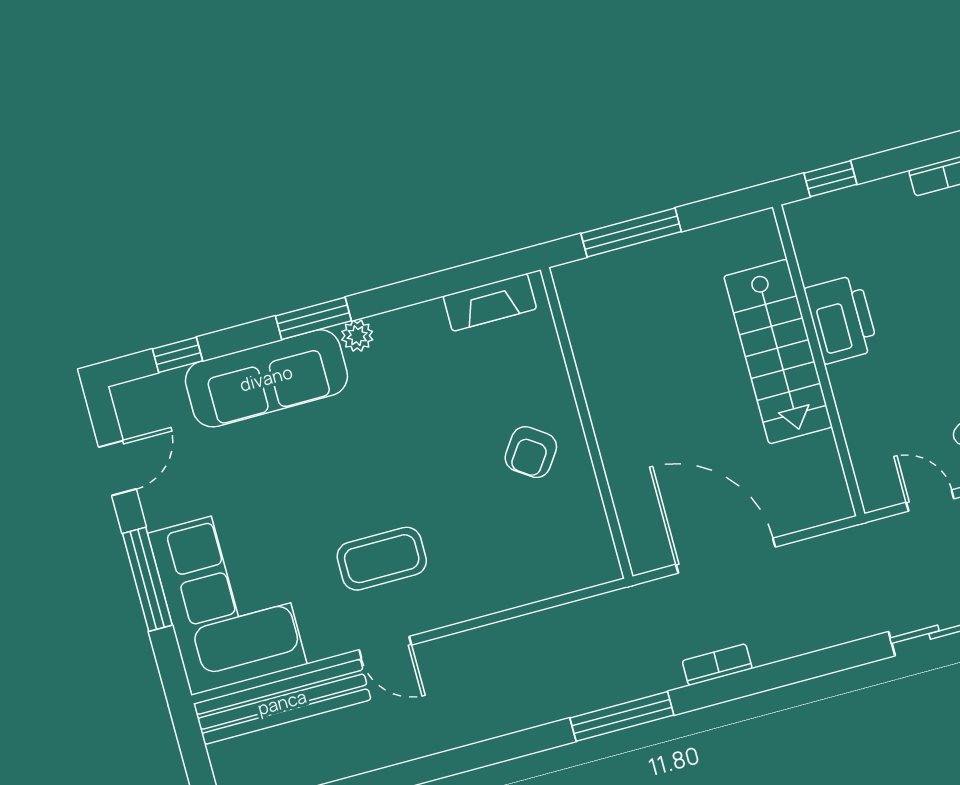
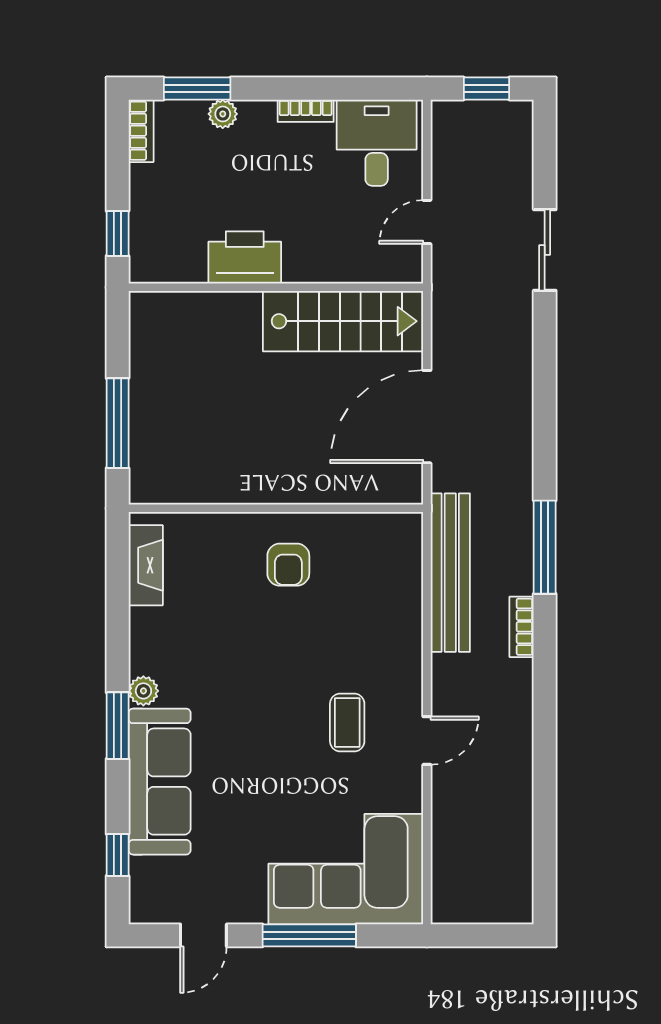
stairs: (778, 352) -> (343, 321), moved
armchair: (531, 452) -> (288, 565), turned 55
door: (117, 468) -> (203, 935), swing flipped
coffee table: (382, 559) -> (347, 722), width x0.73, depth x0.77
bookcase: (717, 665) -> (522, 627), moved
bench: (282, 702) -> (450, 573), moved

